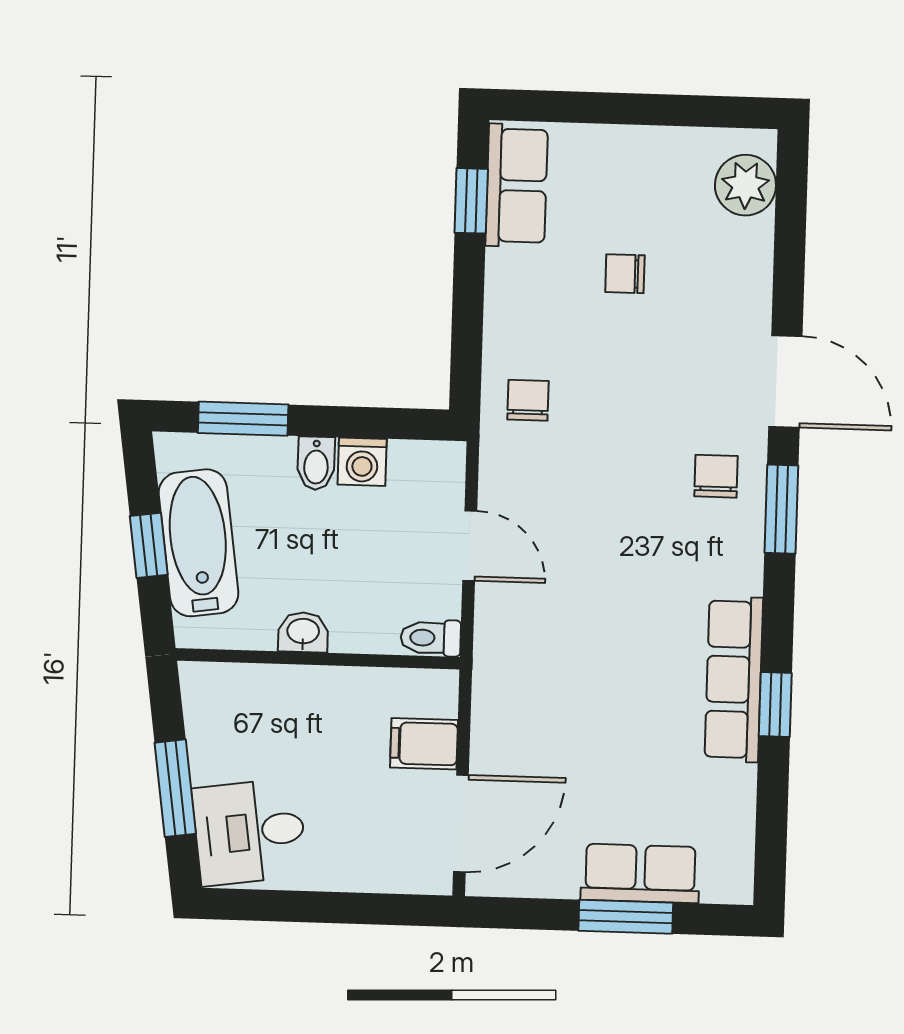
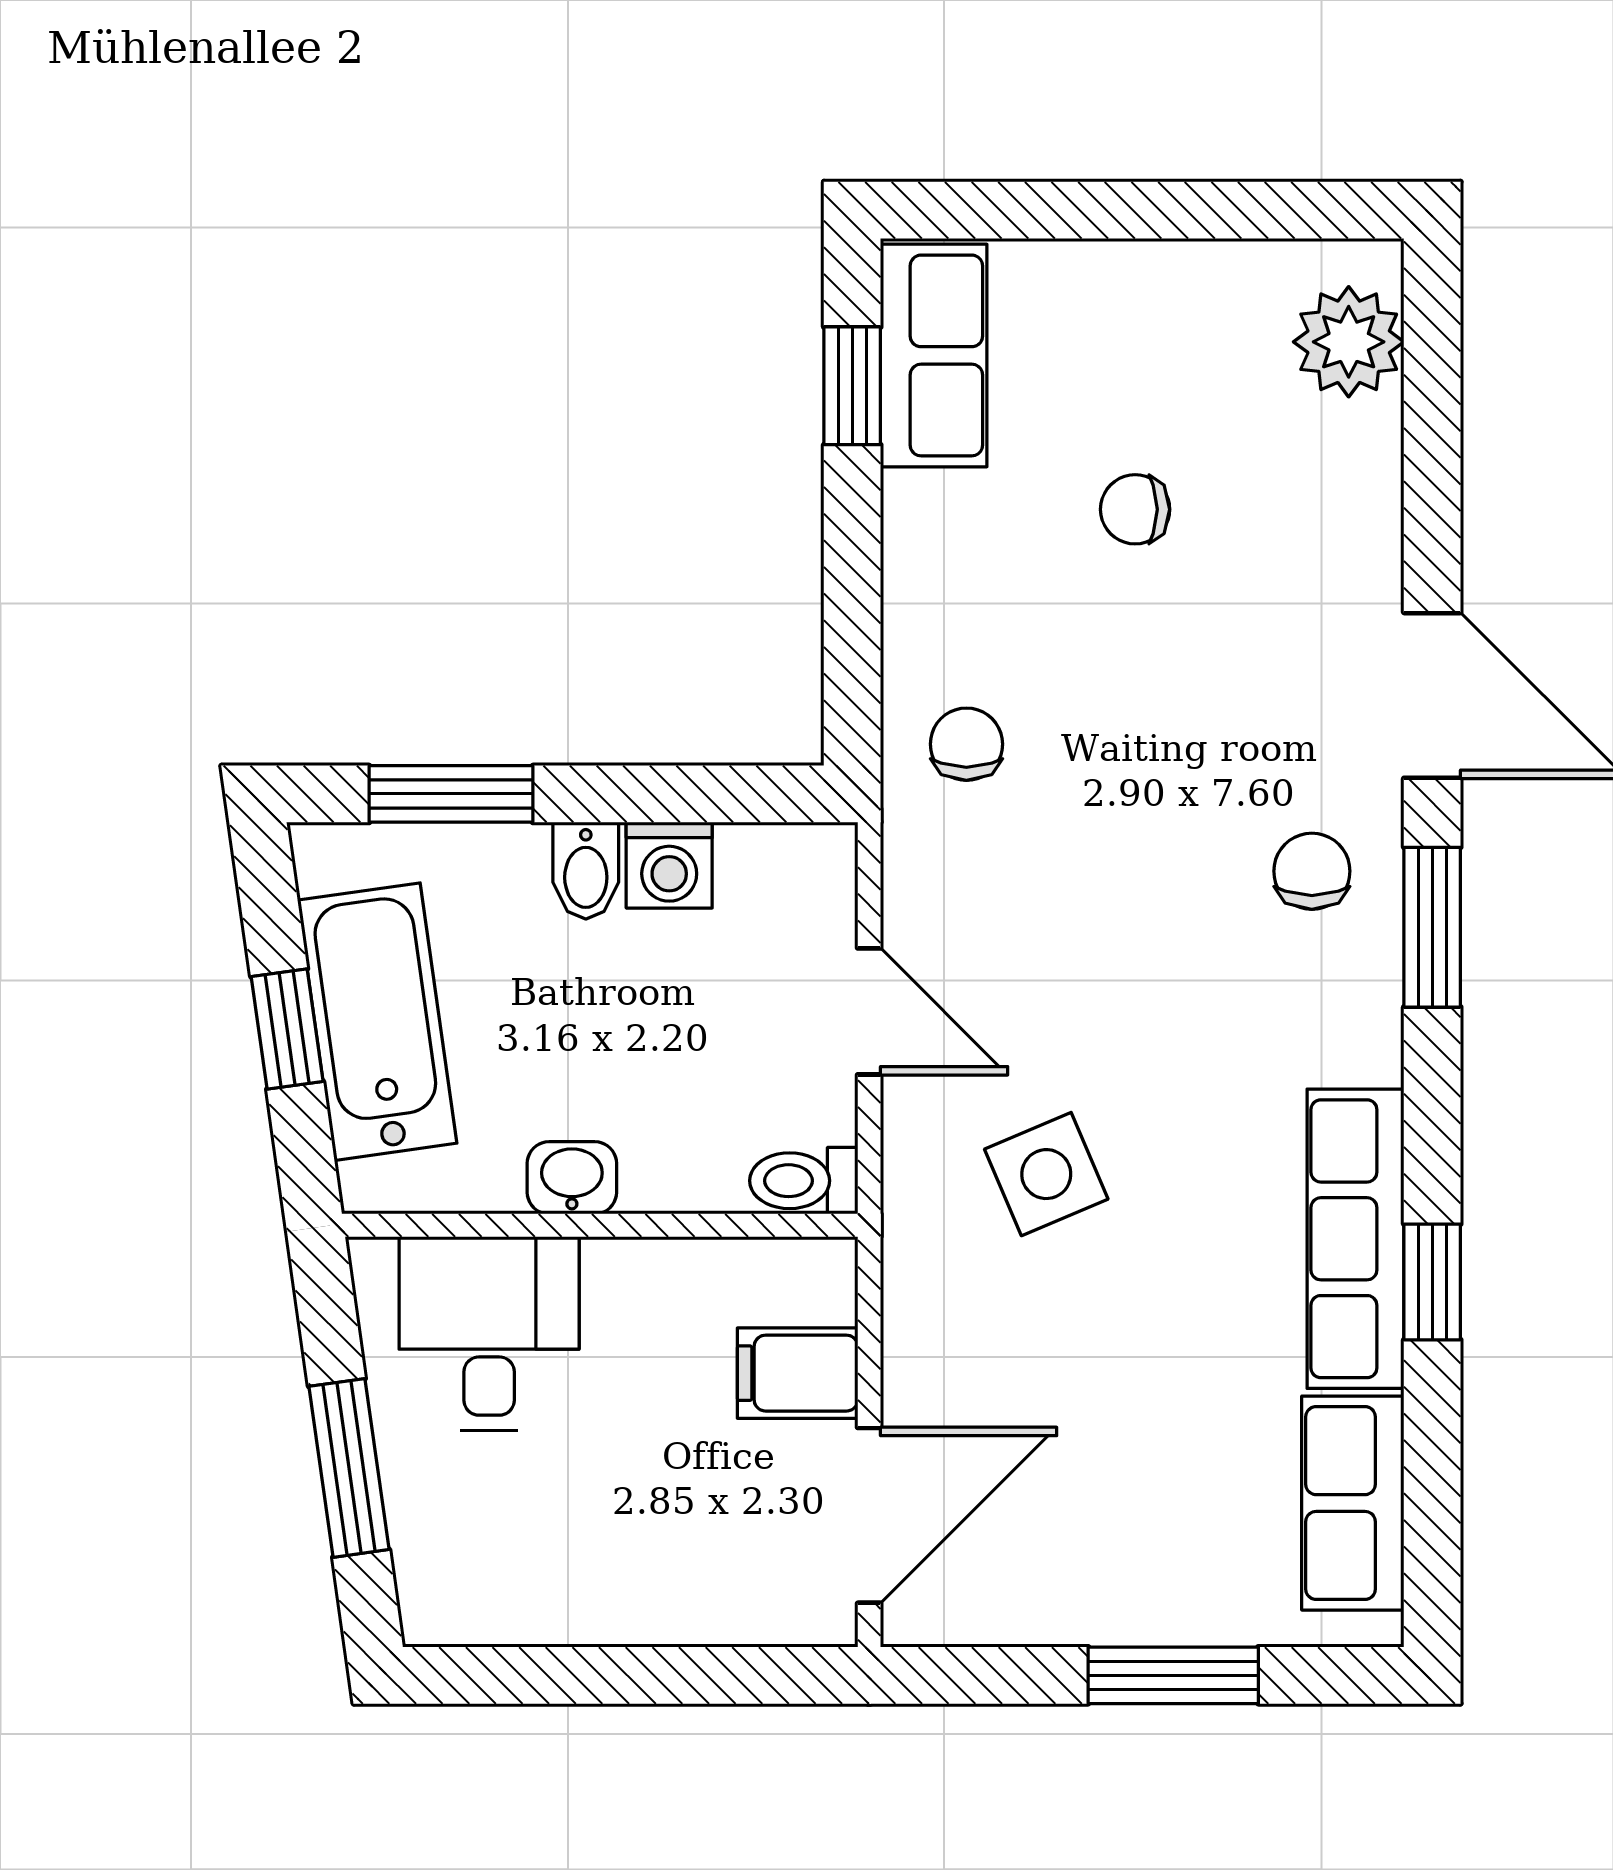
side table: (564, 638) -> (1046, 1174), added
desk: (250, 832) -> (489, 1334), moved, turned 98
row of seats: (640, 873) -> (1353, 1503), moved, turned -90

